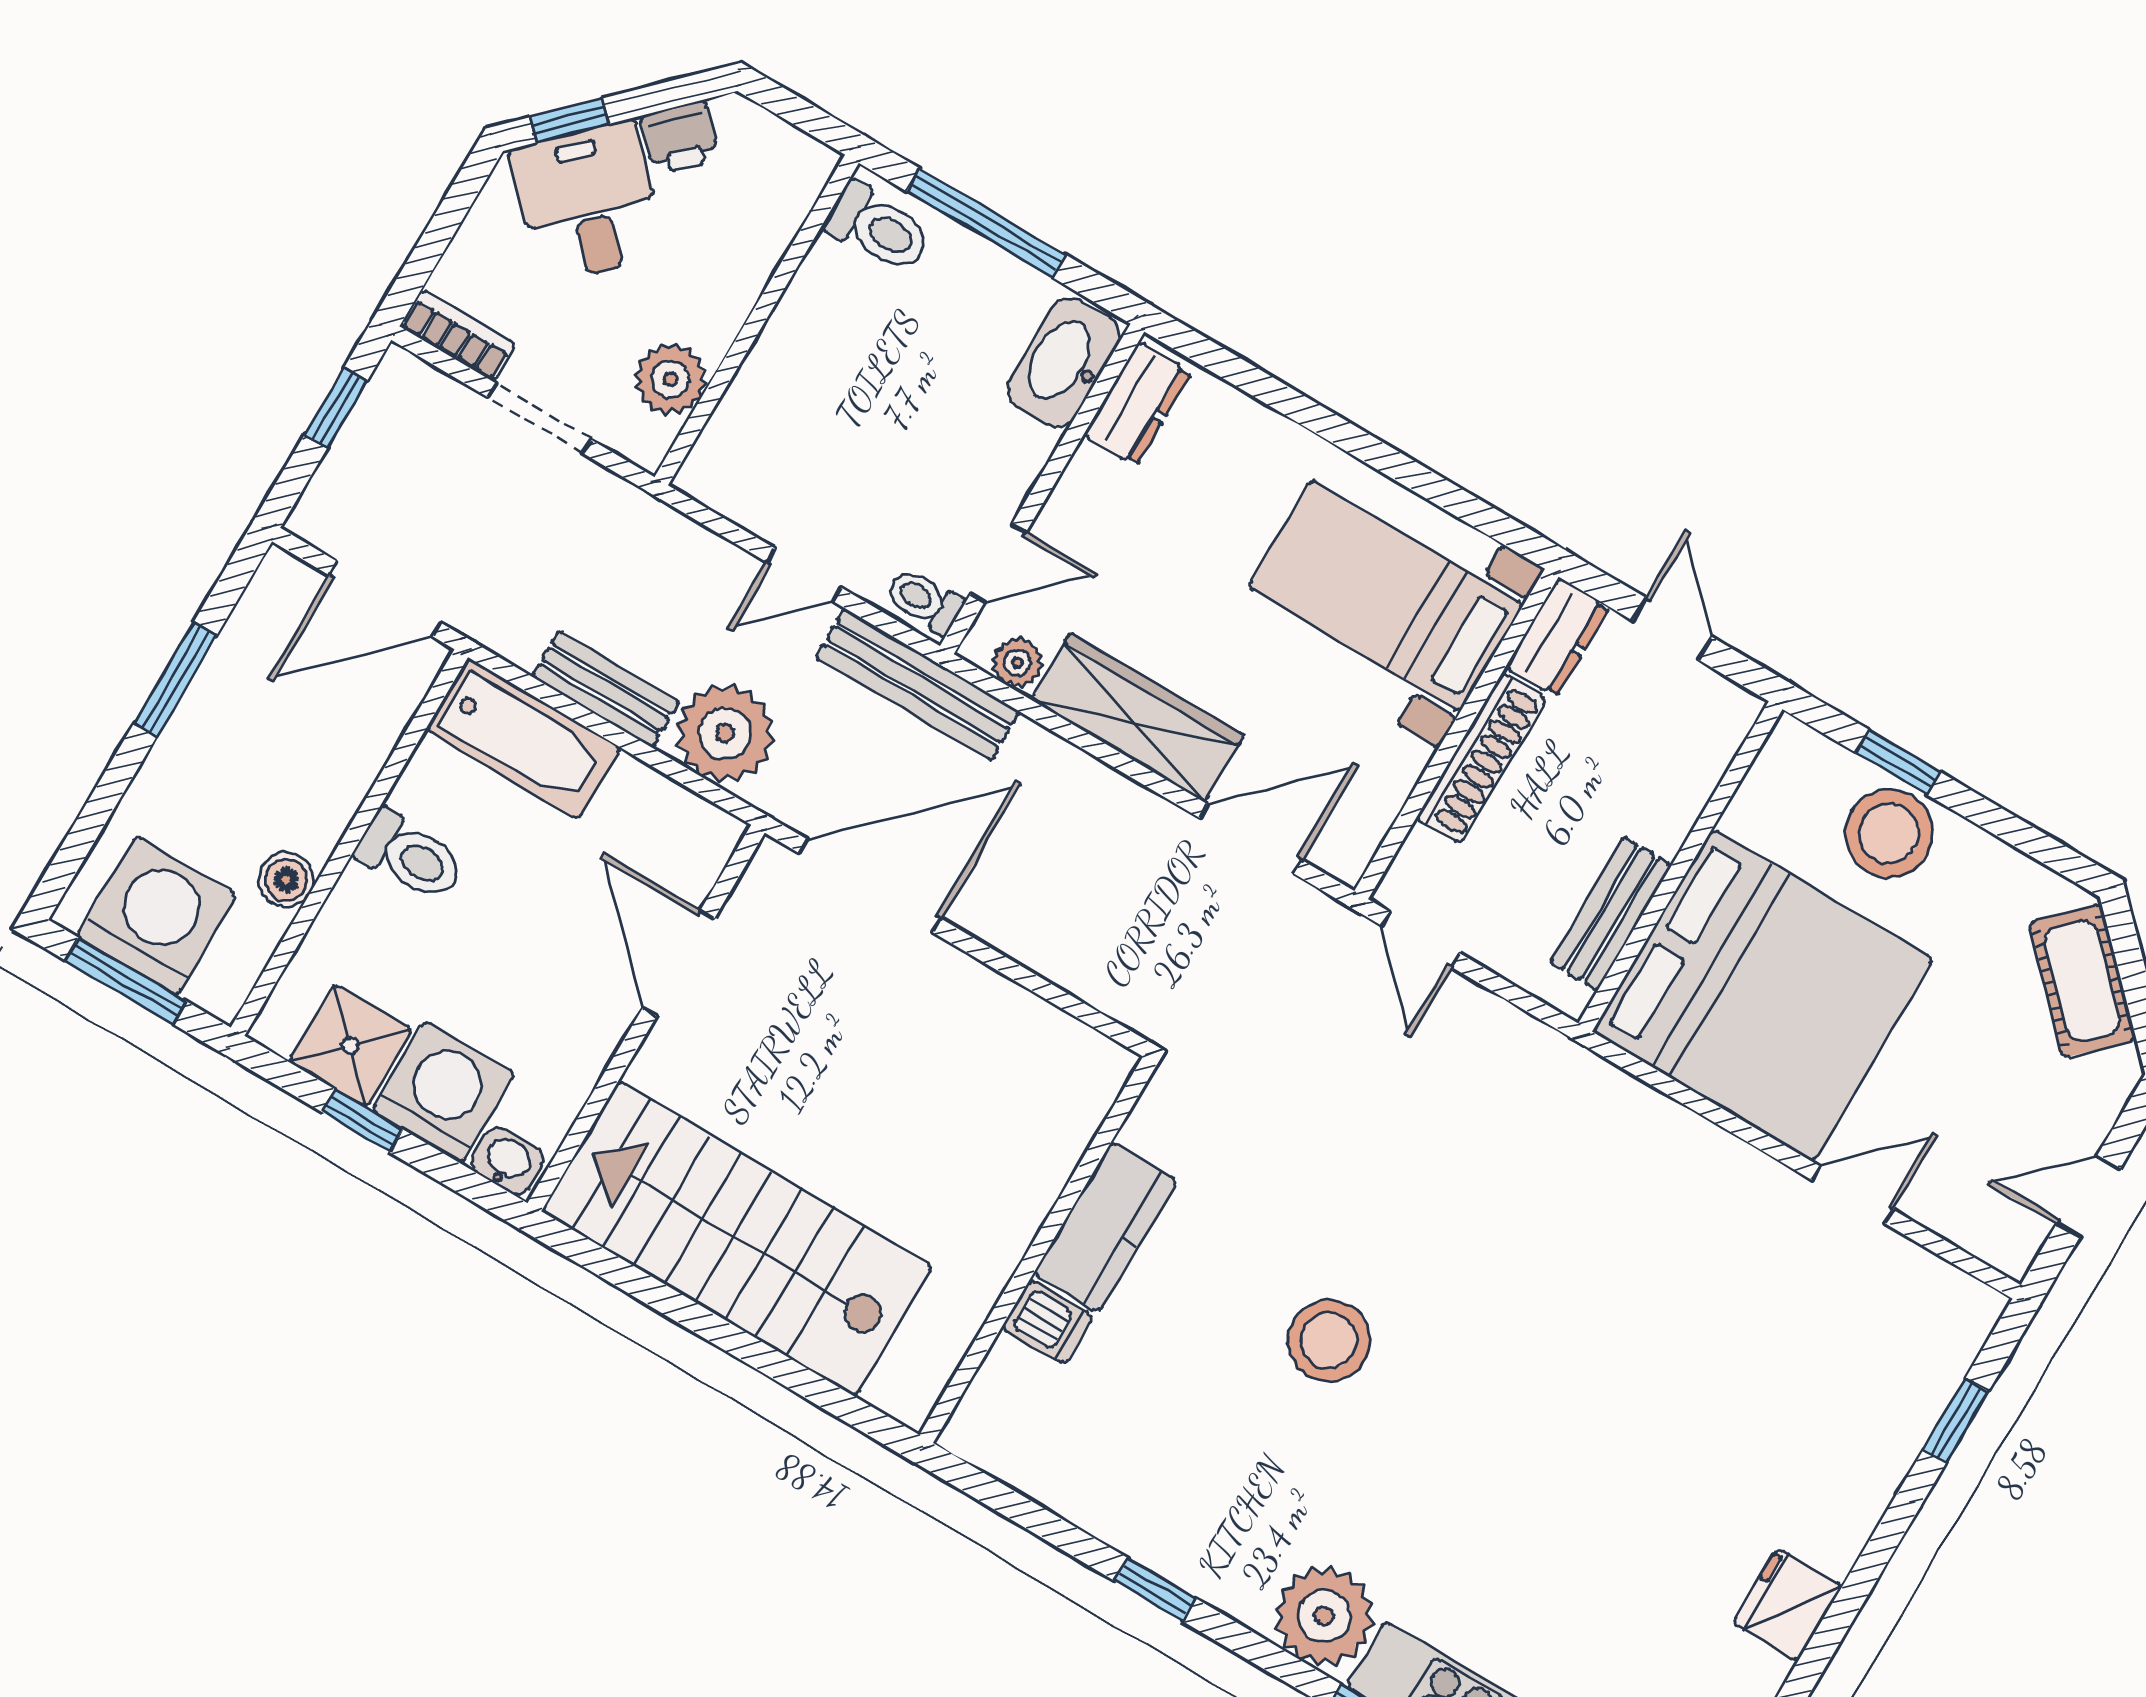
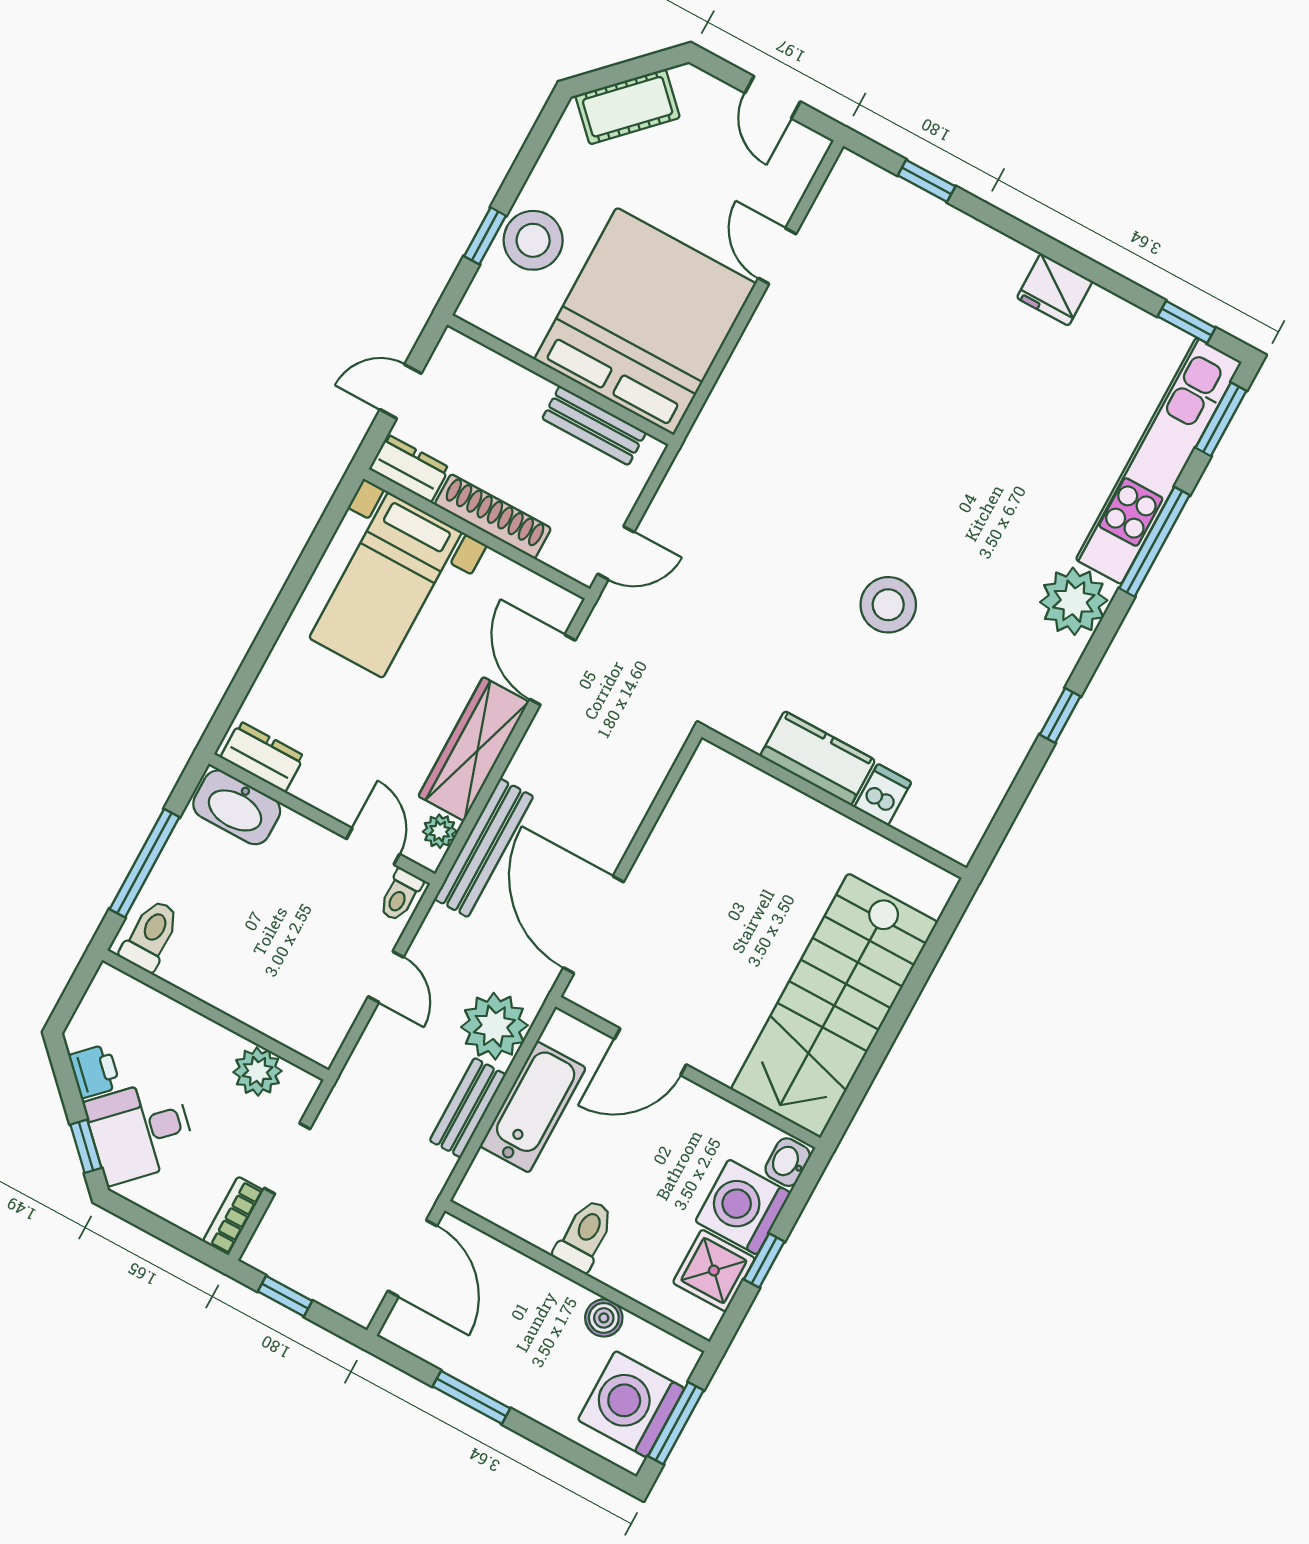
bench: (918, 684) -> (484, 848), moved
bathtub: (523, 739) -> (533, 1107), moved

